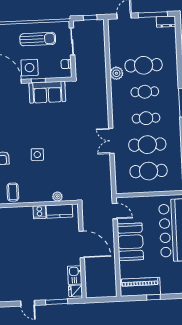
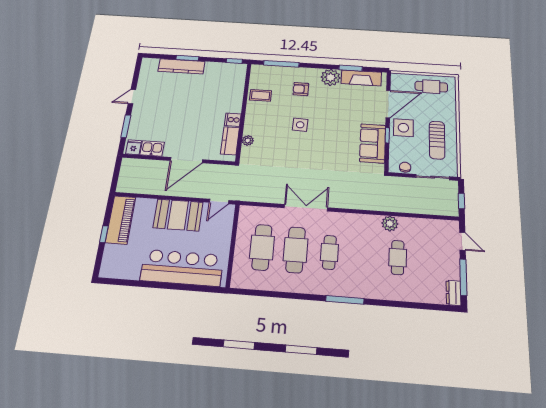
cafe table: (144, 65) -> (398, 258), width x0.73, depth x0.74
cafe table: (145, 92) -> (363, 255), removed
double door: (111, 141) -> (306, 208), width x1.37

